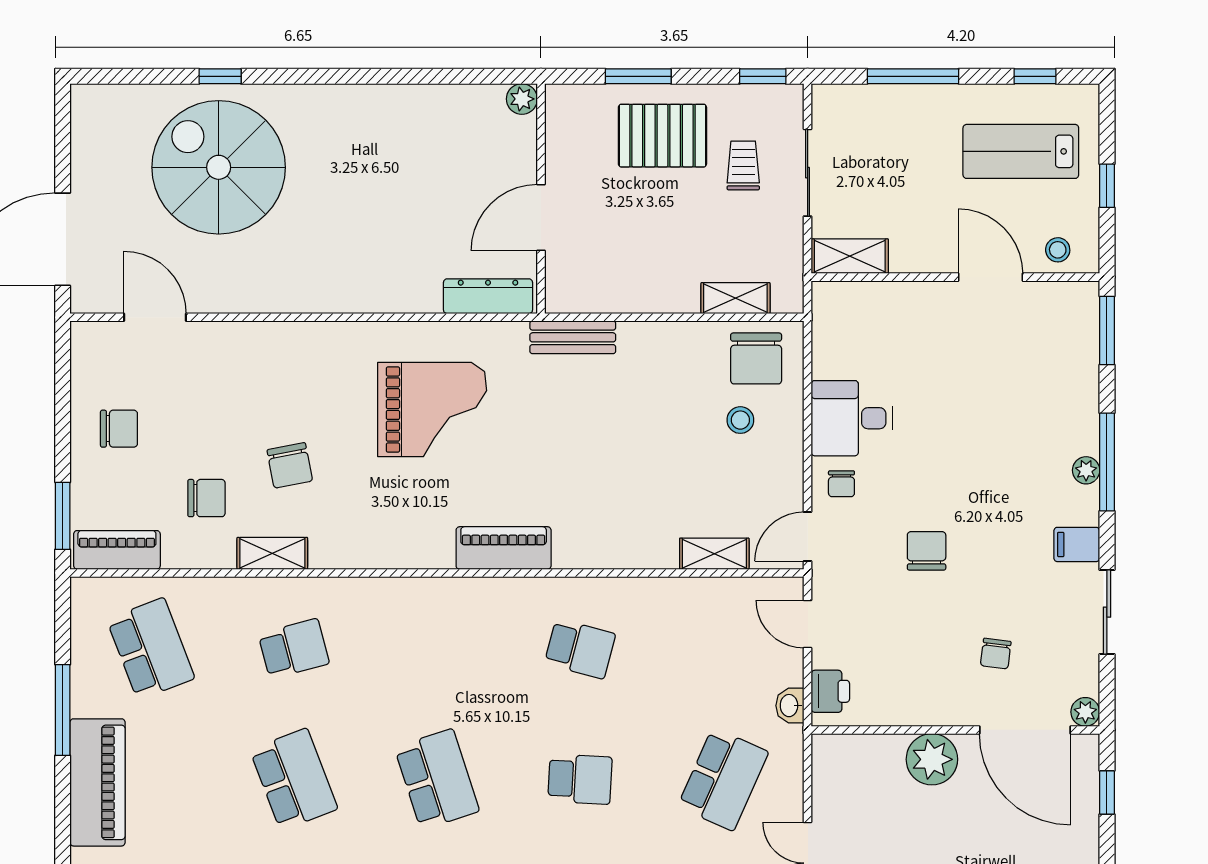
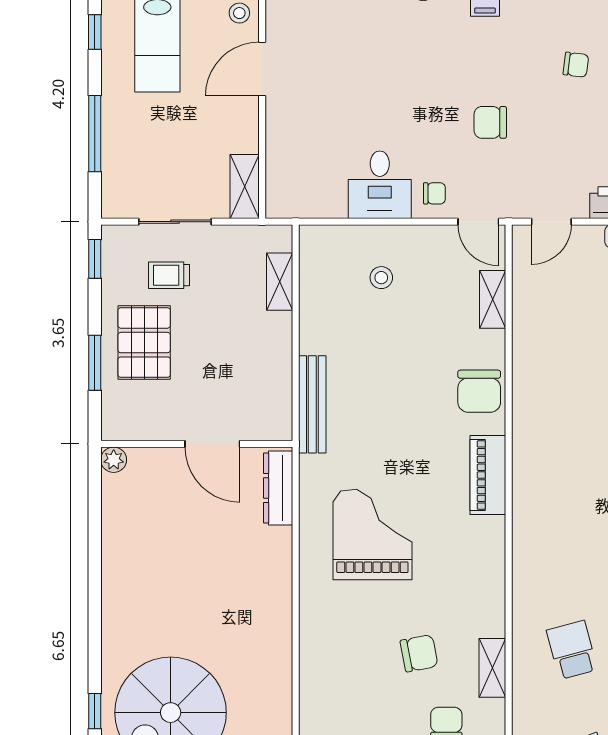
bench: (573, 337) -> (312, 404), width x1.36
chair: (756, 358) -> (479, 391), moved, turned 90
school desk: (580, 649) -> (572, 411), removed

